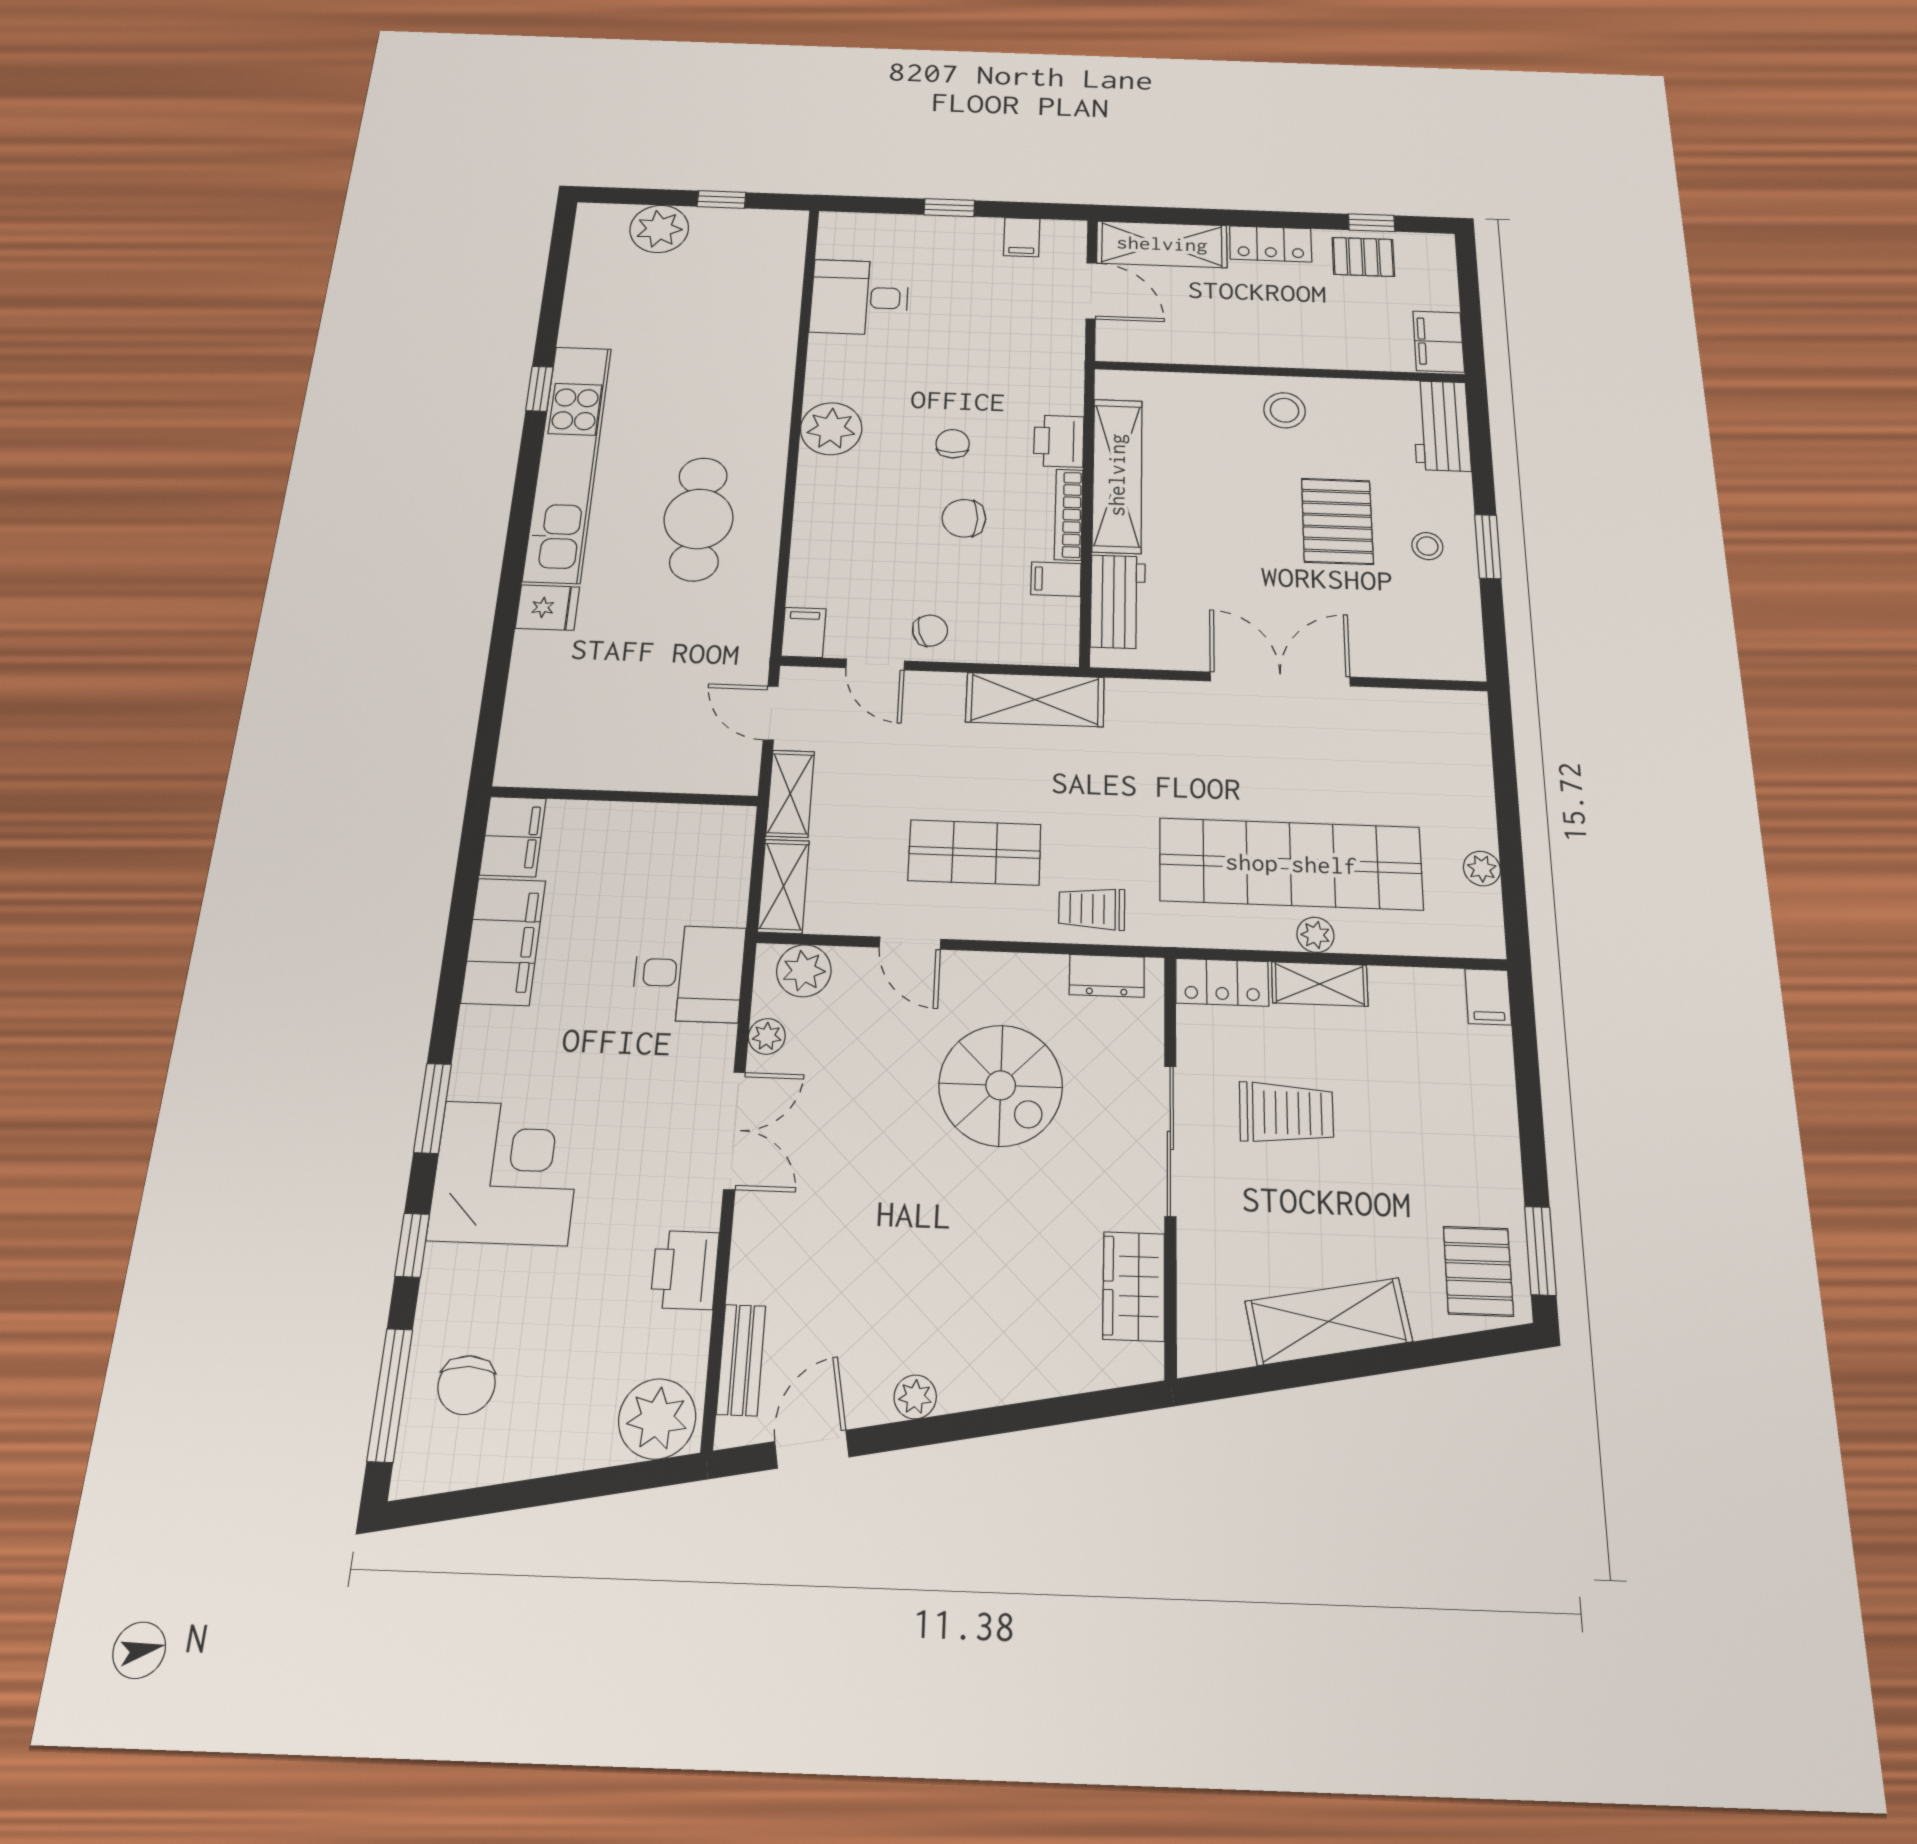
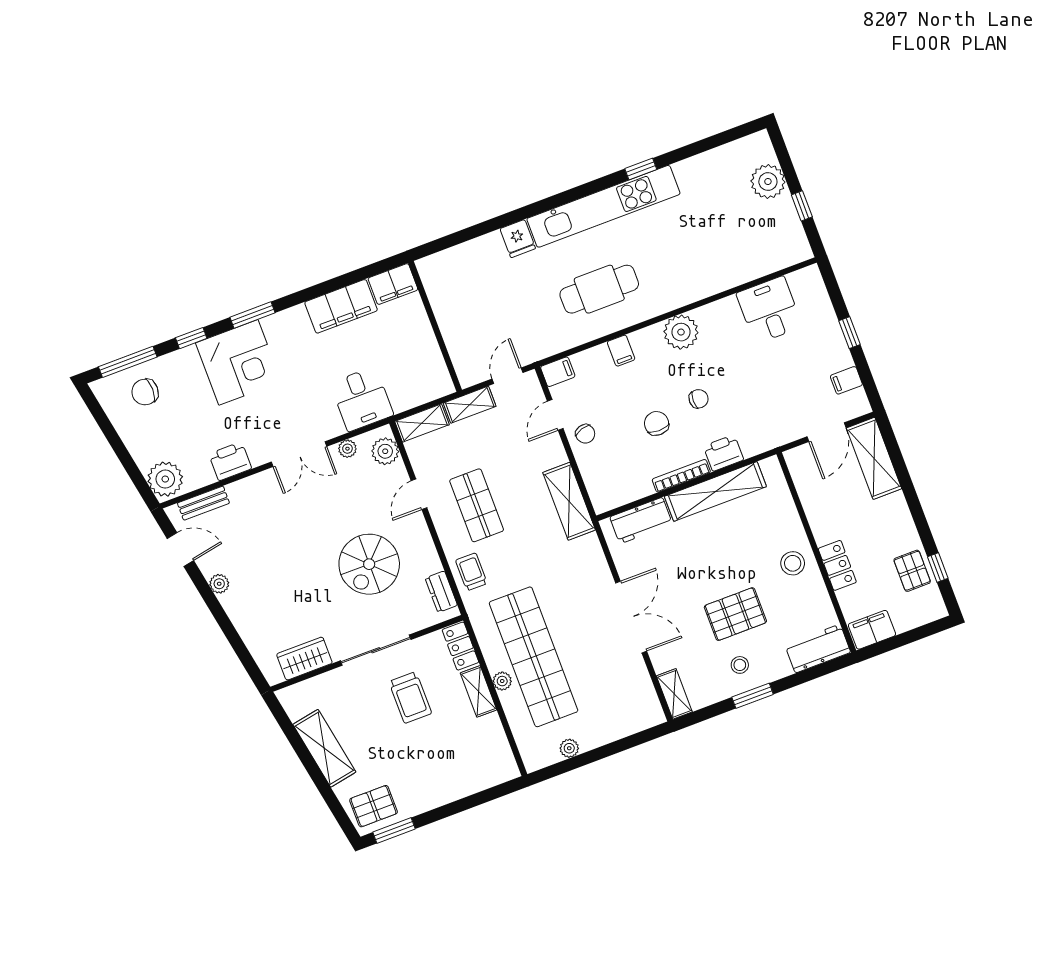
locker: (1271, 244) -> (837, 565), moved, turned 180
filing cabinet: (1056, 579) -> (621, 351), moved, turned 180
shelving: (1442, 663) -> (674, 694), added
filing cabinet: (1488, 997) -> (505, 771), removed

